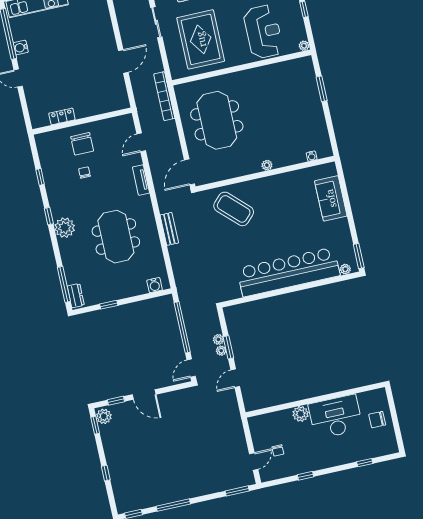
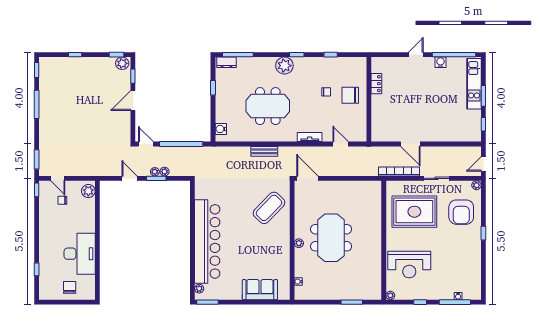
bookcase: (164, 96) -> (399, 171), moved
meeting table: (217, 120) -> (331, 238), moved, turned 90
plant: (301, 414) -> (88, 191), moved
window: (305, 476) -> (37, 190), moved

